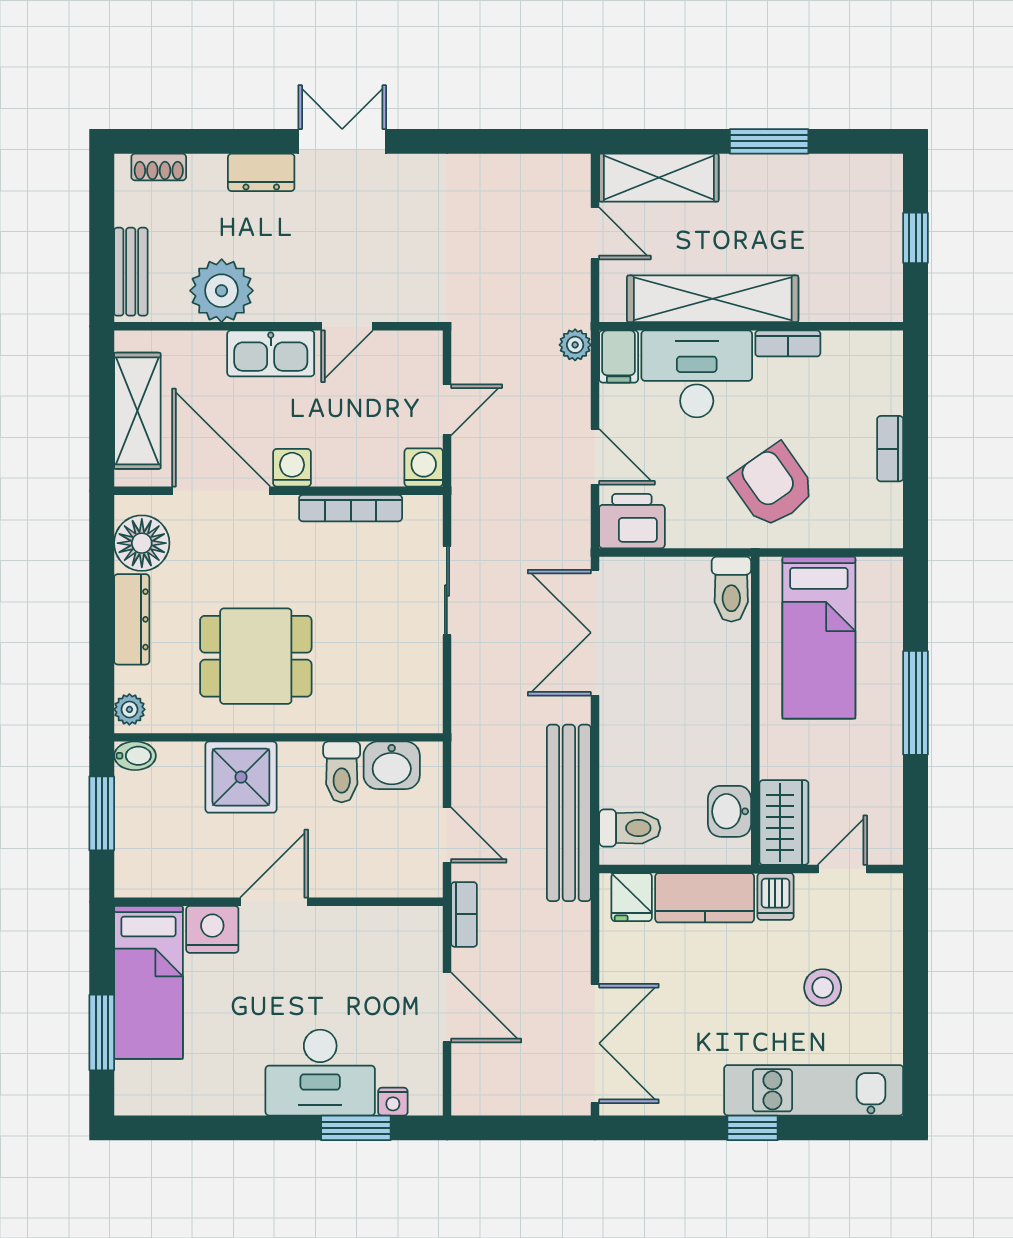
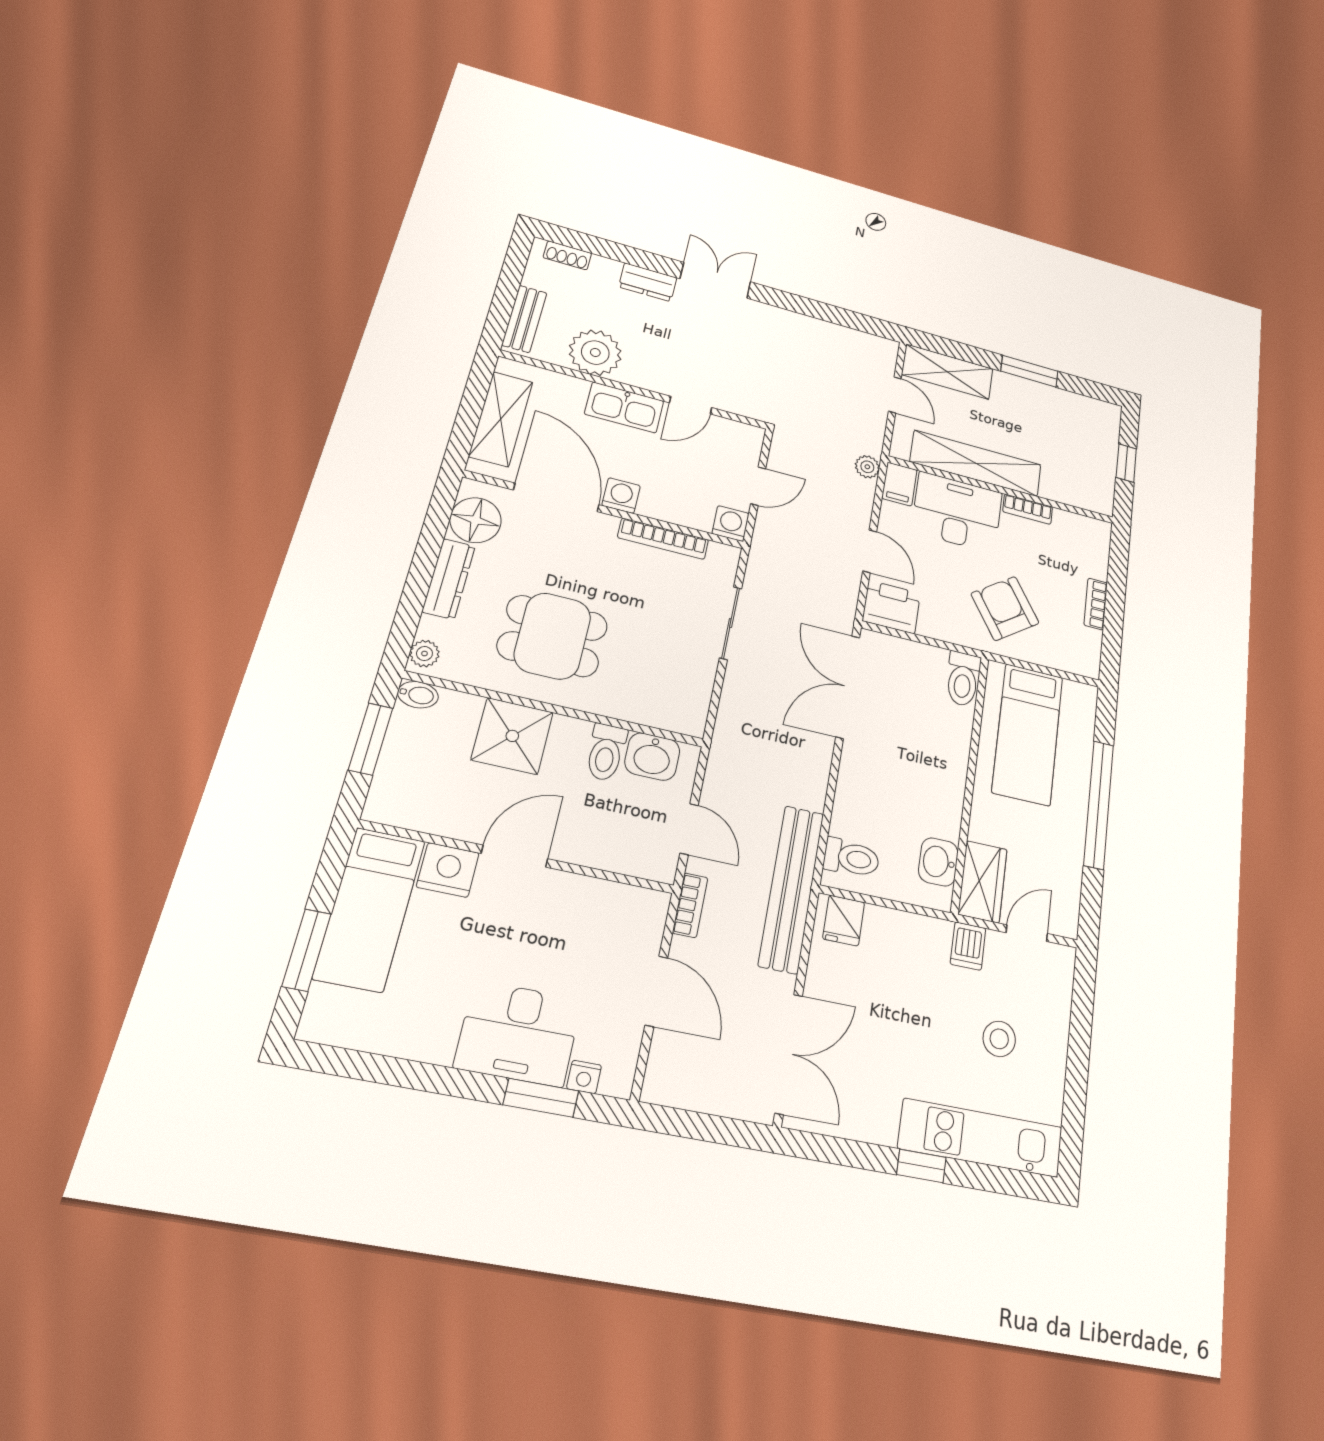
window: (916, 703) -> (1099, 804), width x1.46
bench: (569, 813) -> (791, 889), moved
kitchen counter: (705, 898) -> (907, 934), removed

